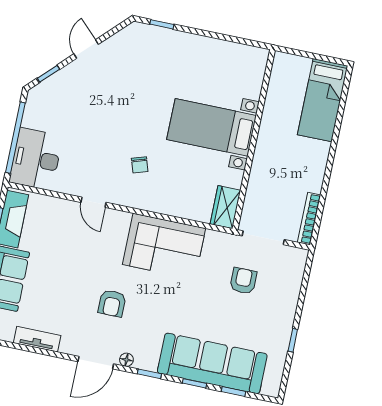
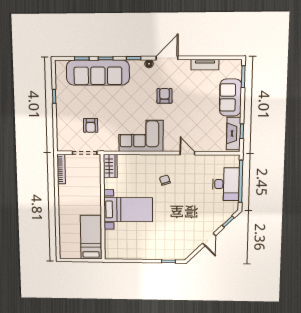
bed: (323, 100) -> (91, 237), moved
desk: (36, 159) -> (226, 184), moved

